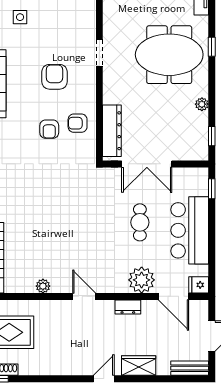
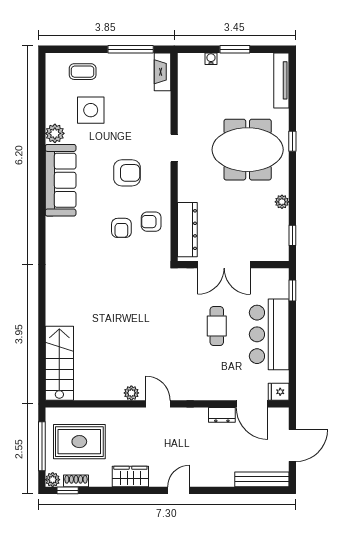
side table: (20, 17) -> (91, 110), width x1.87, depth x1.87
armchair: (54, 77) -> (127, 173), turned 90
plant: (142, 280) -> (218, 387), removed
plant: (43, 286) -> (131, 393), moved
dresser: (128, 307) -> (222, 415), moved
wardrobe: (139, 365) -> (130, 476), moved
bench: (190, 368) -> (262, 479), width x1.36

